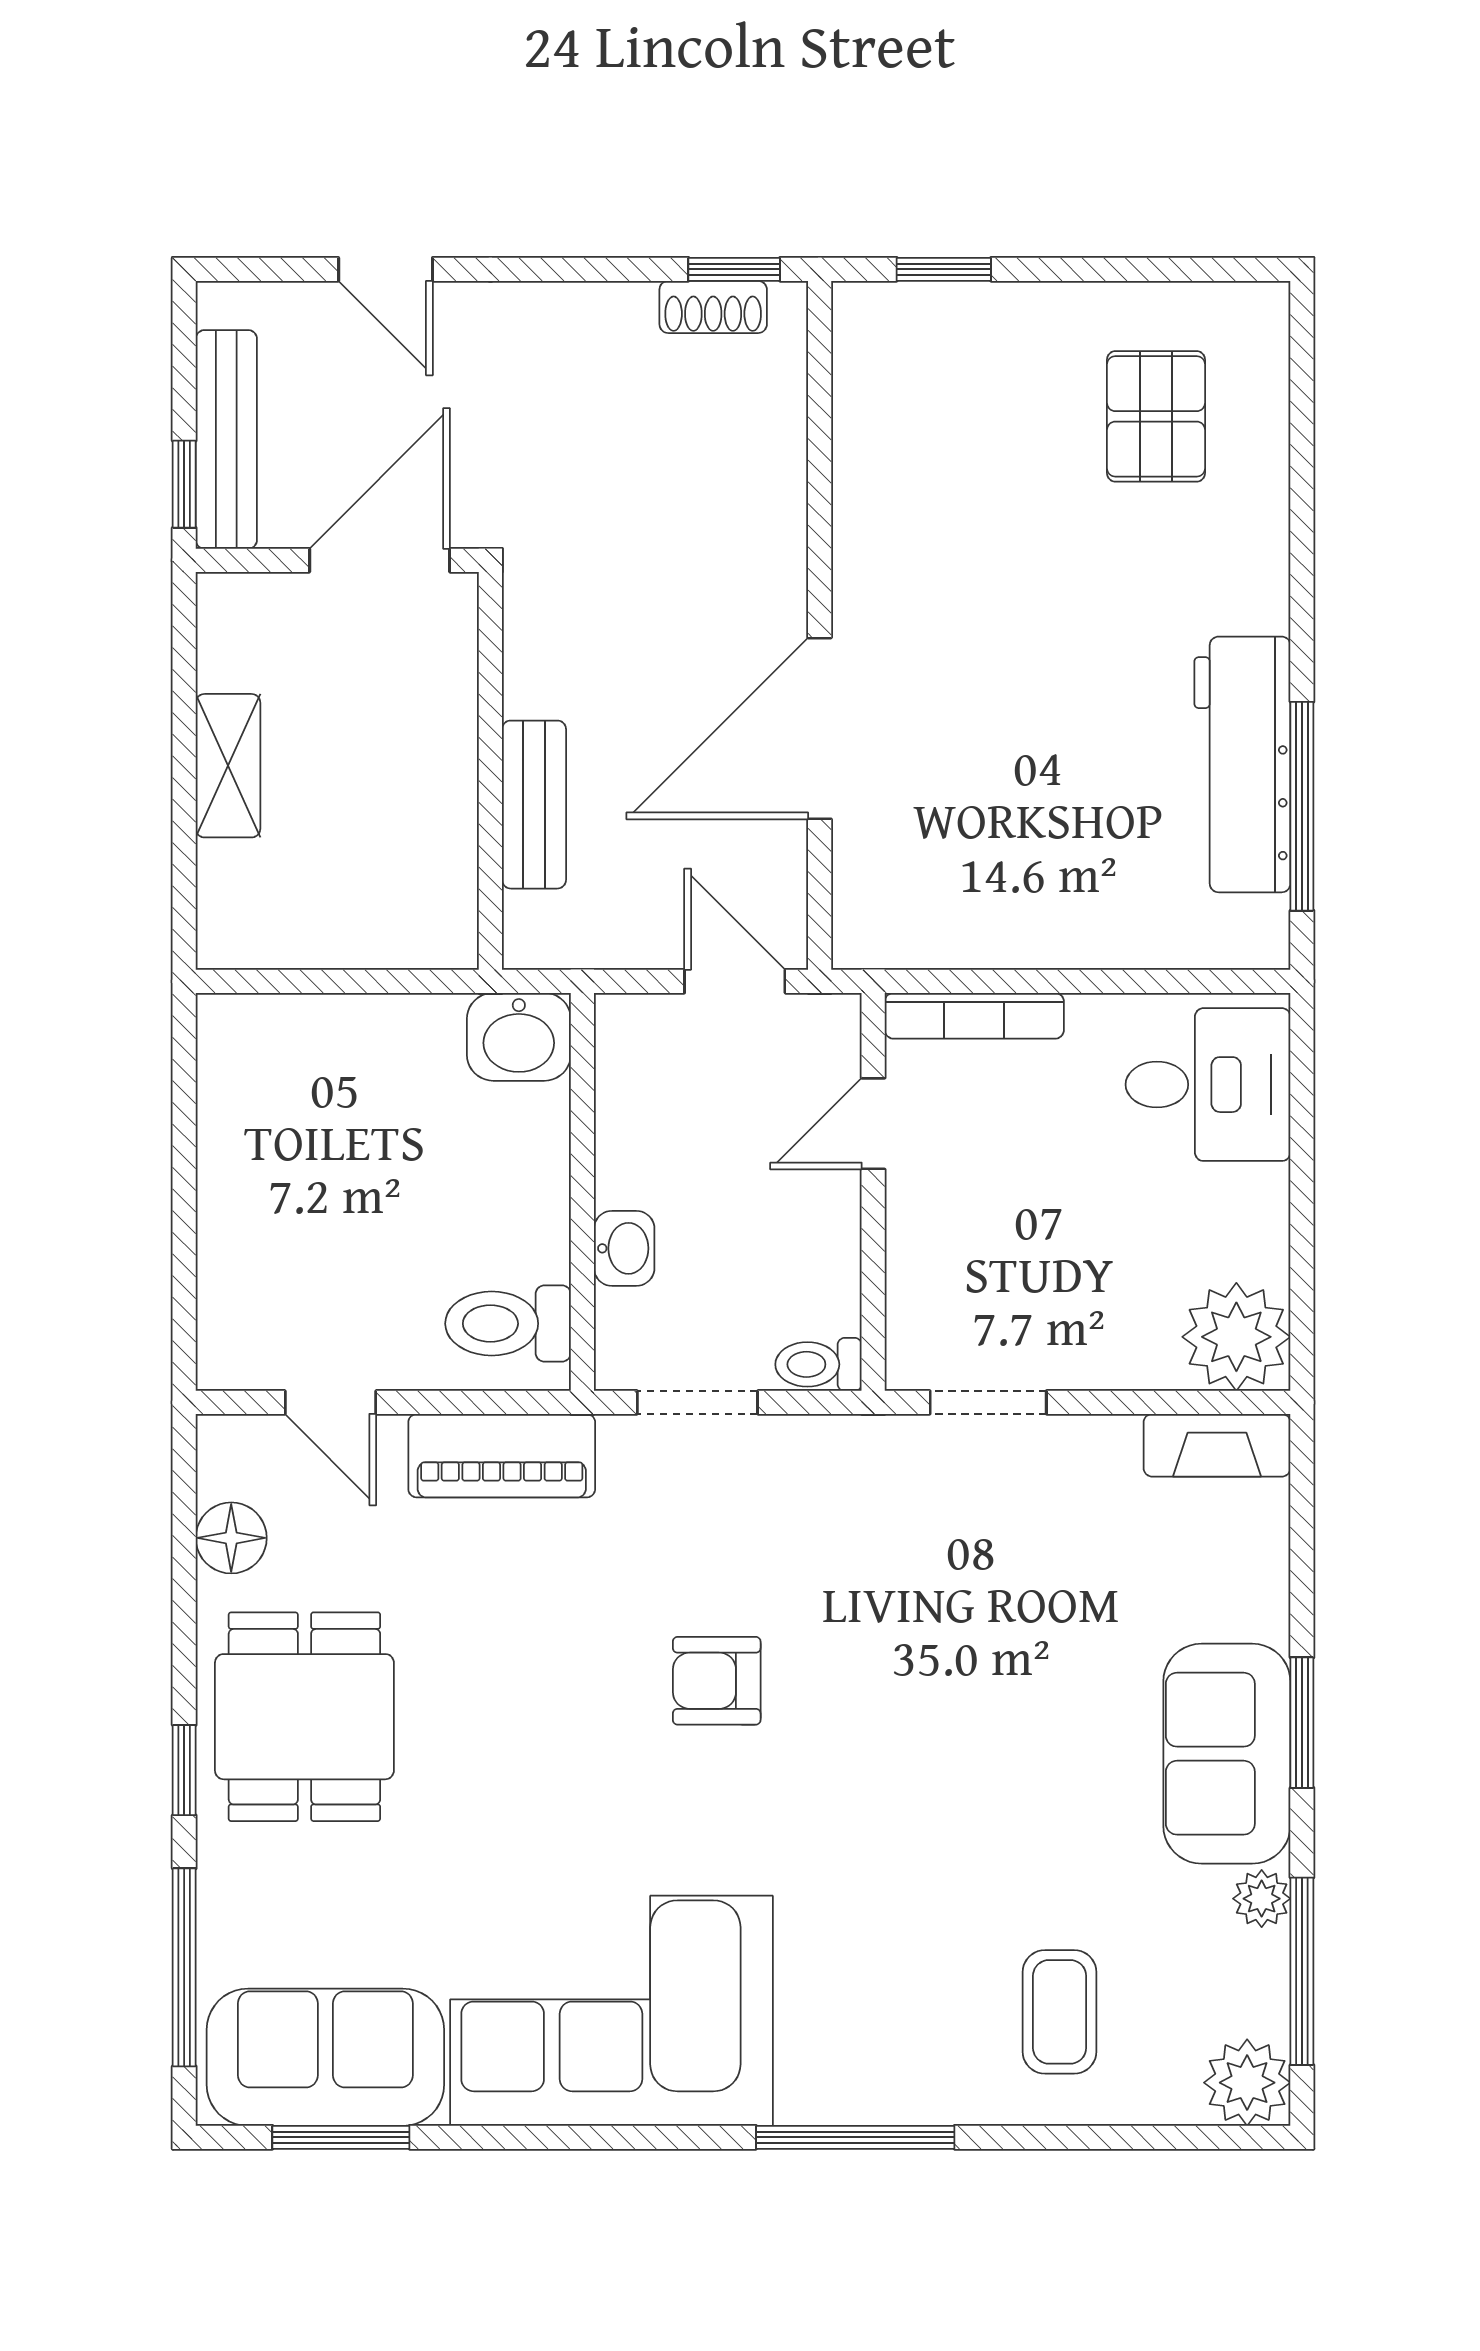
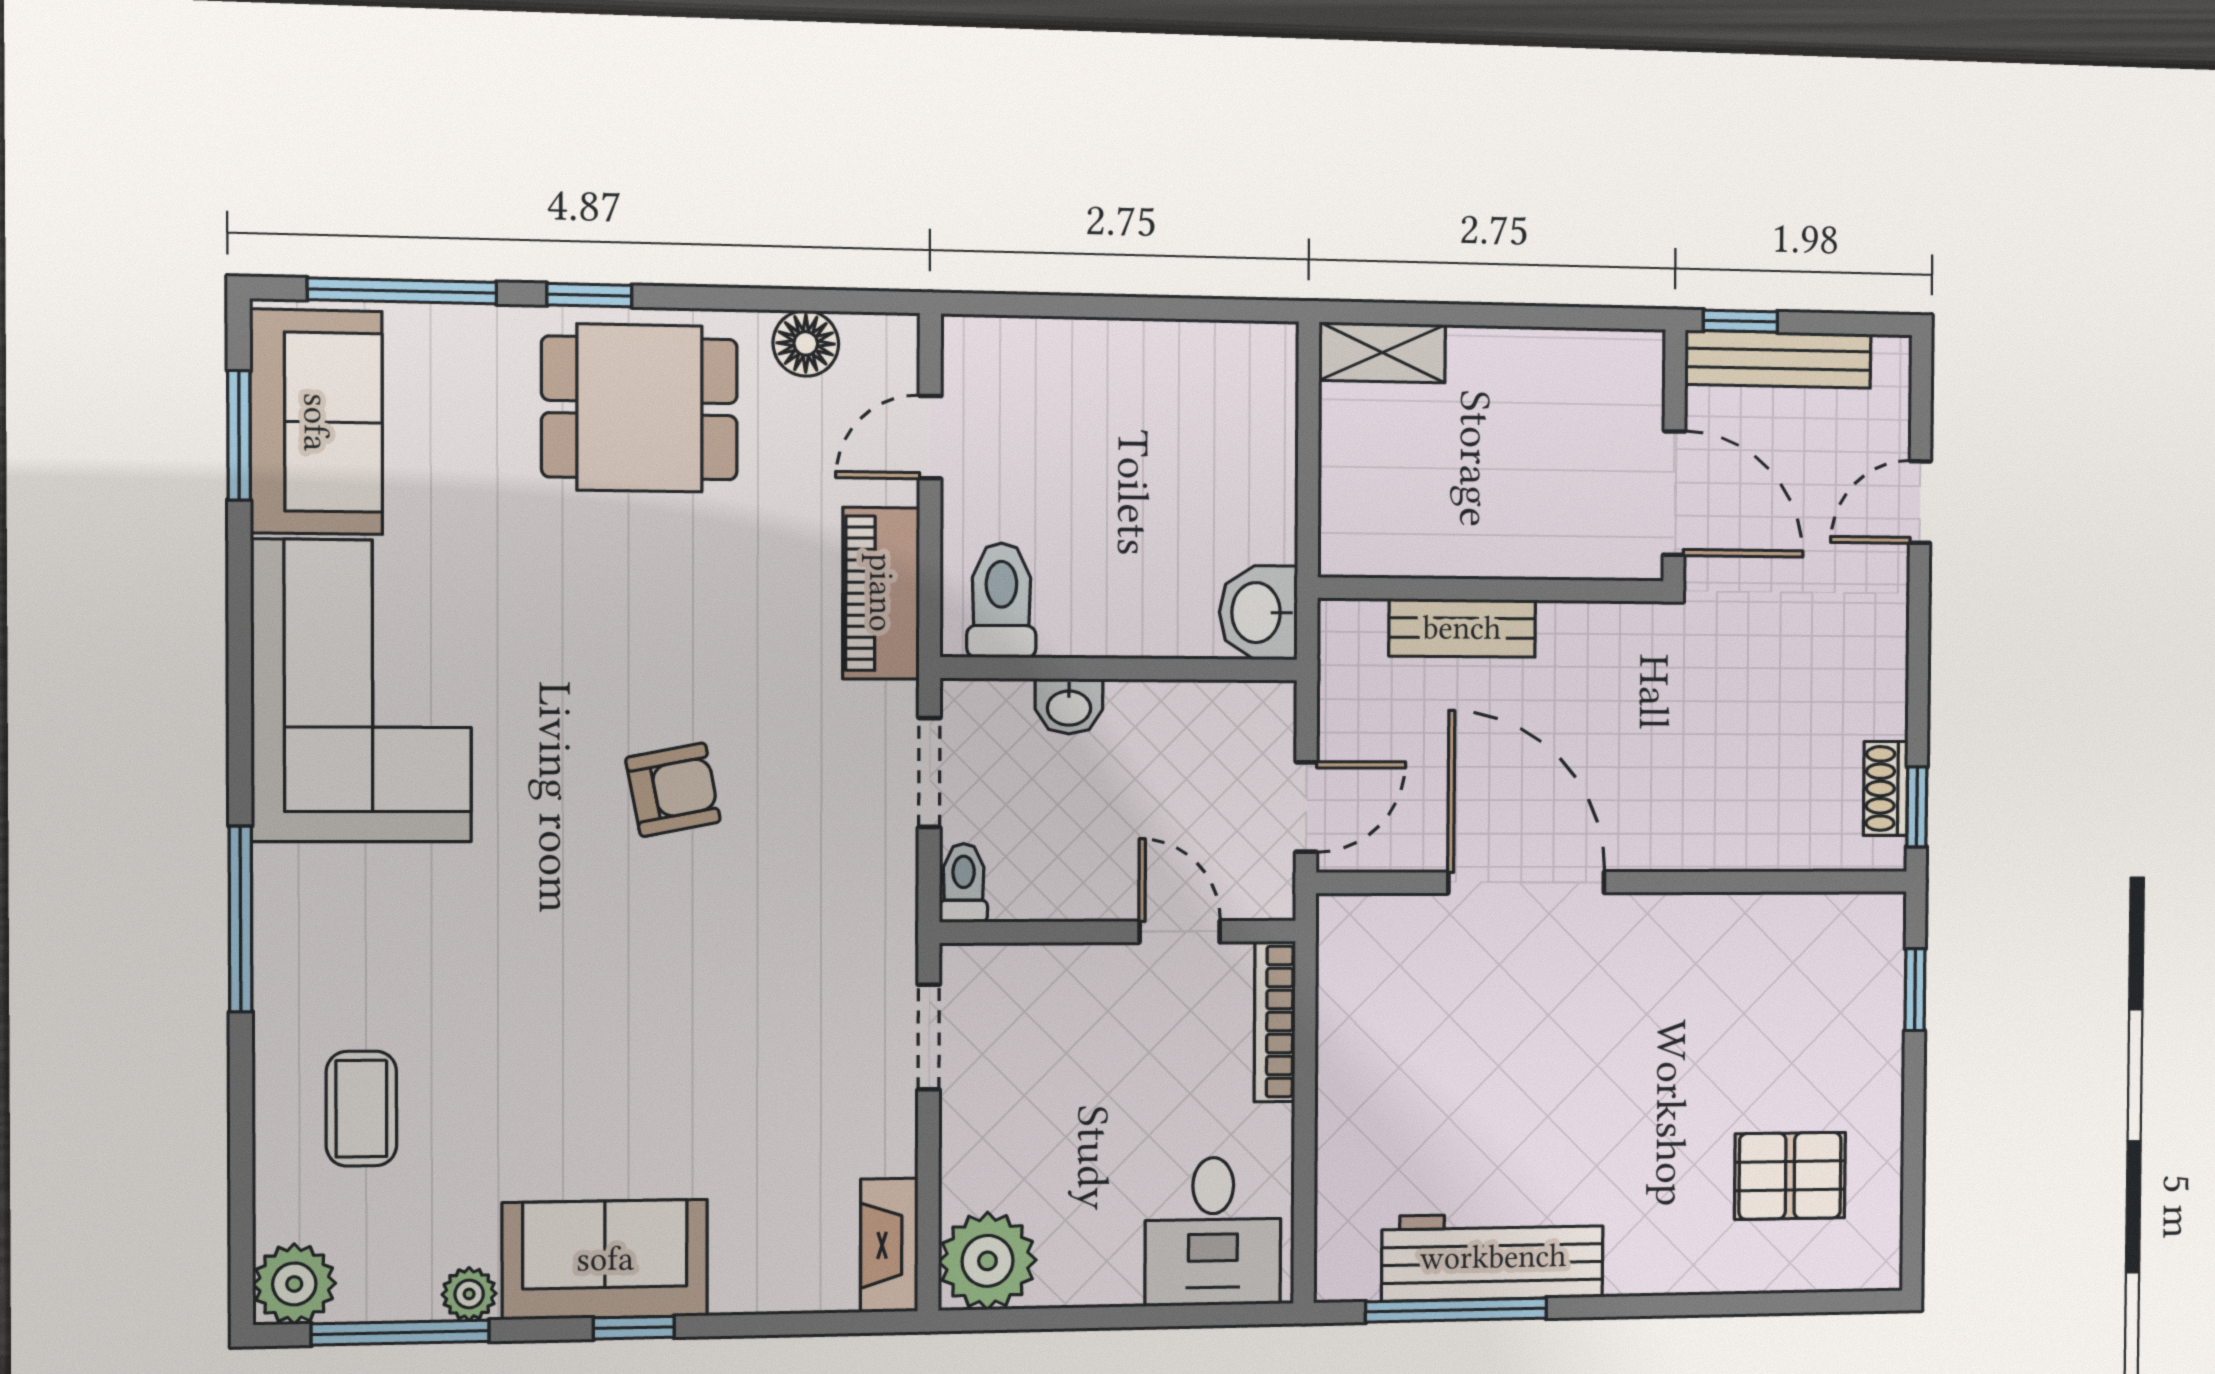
shelving: (228, 766) -> (1382, 352), moved
armchair: (717, 1681) -> (673, 790), turned 79
window: (1302, 1723) -> (634, 1328), width x0.67
coffee table: (1060, 2012) -> (361, 1109), turned 90

